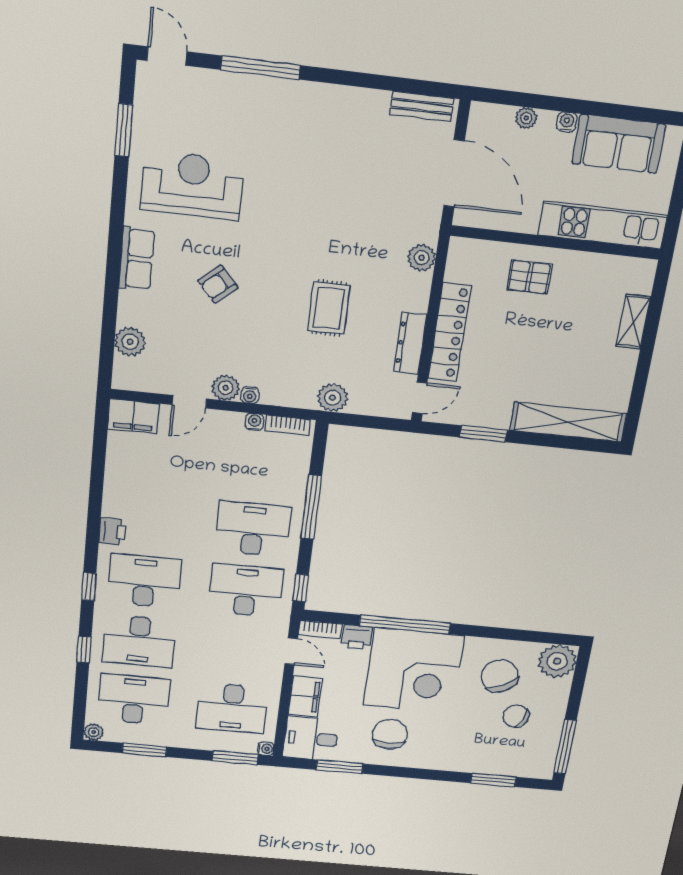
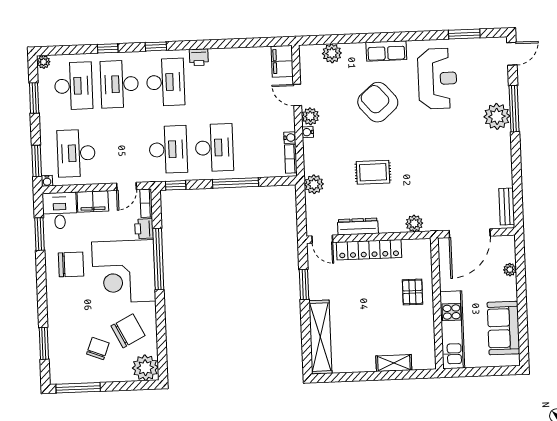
plant: (269, 98) -> (497, 116), added
water cooler: (567, 122) -> (511, 294), removed
armchair: (218, 284) -> (378, 102), width x1.88, depth x1.88

